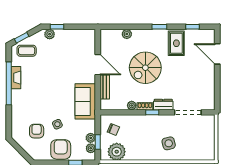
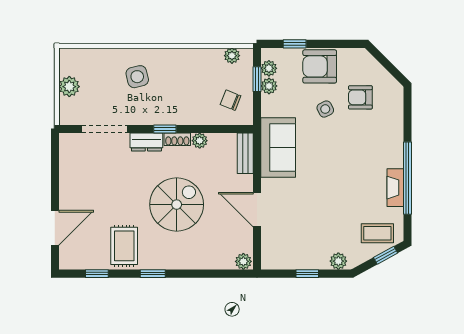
window: (57, 27) -> (307, 274), moved
plant: (127, 34) -> (243, 261), moved
door: (217, 54) -> (55, 228), hinge flipped
bench: (105, 87) -> (245, 153), moved
armchair: (37, 131) -> (360, 97), turned 90
plant: (209, 137) -> (69, 87), added
armchair: (61, 149) -> (320, 66), turned 90
plant: (117, 152) -> (232, 56), width x0.53, depth x0.53

